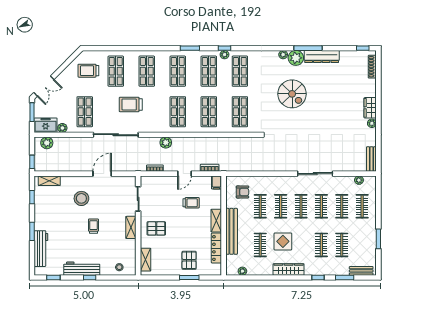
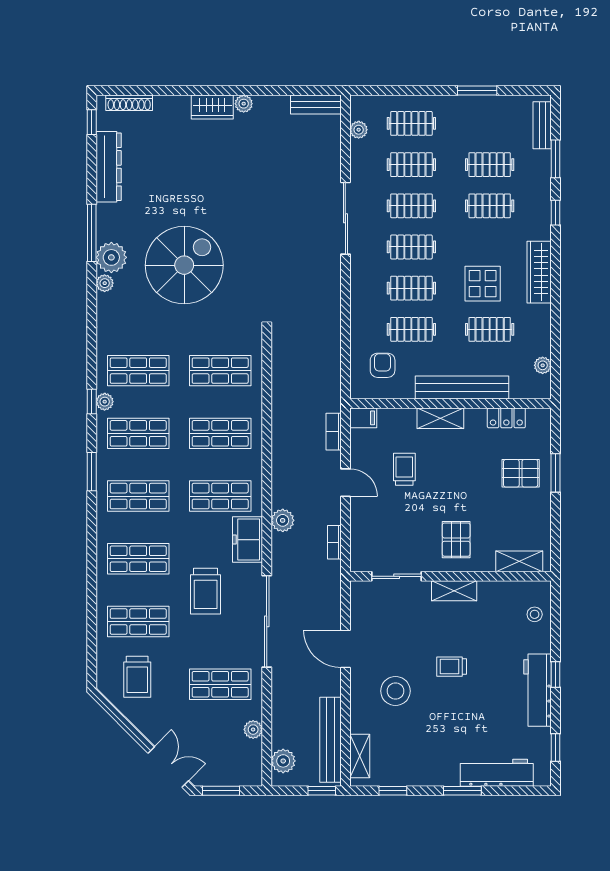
dresser: (322, 57) -> (109, 167), moved
spiral stairs: (292, 94) -> (184, 265), width x1.37, depth x1.37
freezer: (46, 125) -> (247, 540), moved
bench: (57, 166) -> (331, 740), added
locker: (216, 248) -> (506, 418), width x0.66

